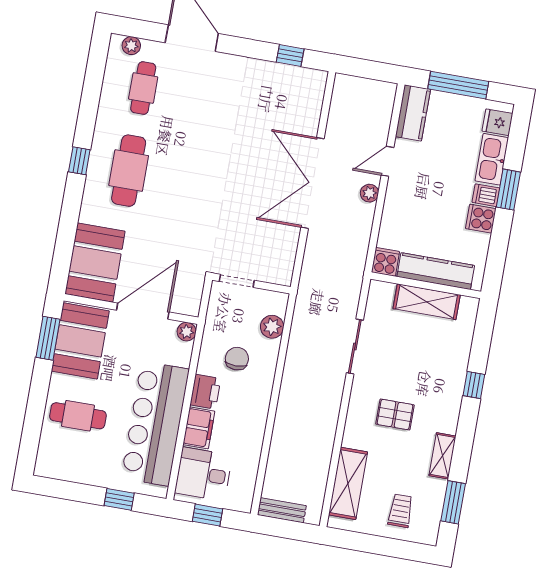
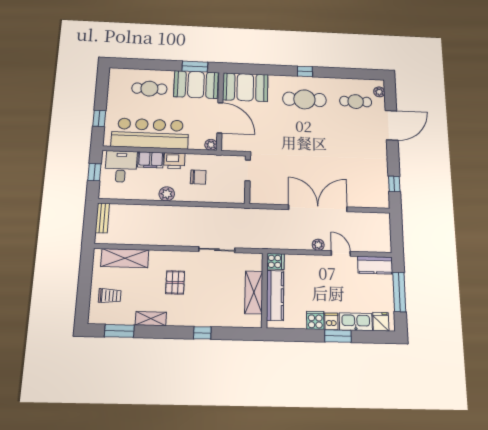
plant: (272, 327) -> (167, 194), moved
cafe table: (78, 416) -> (149, 89), turned 90

